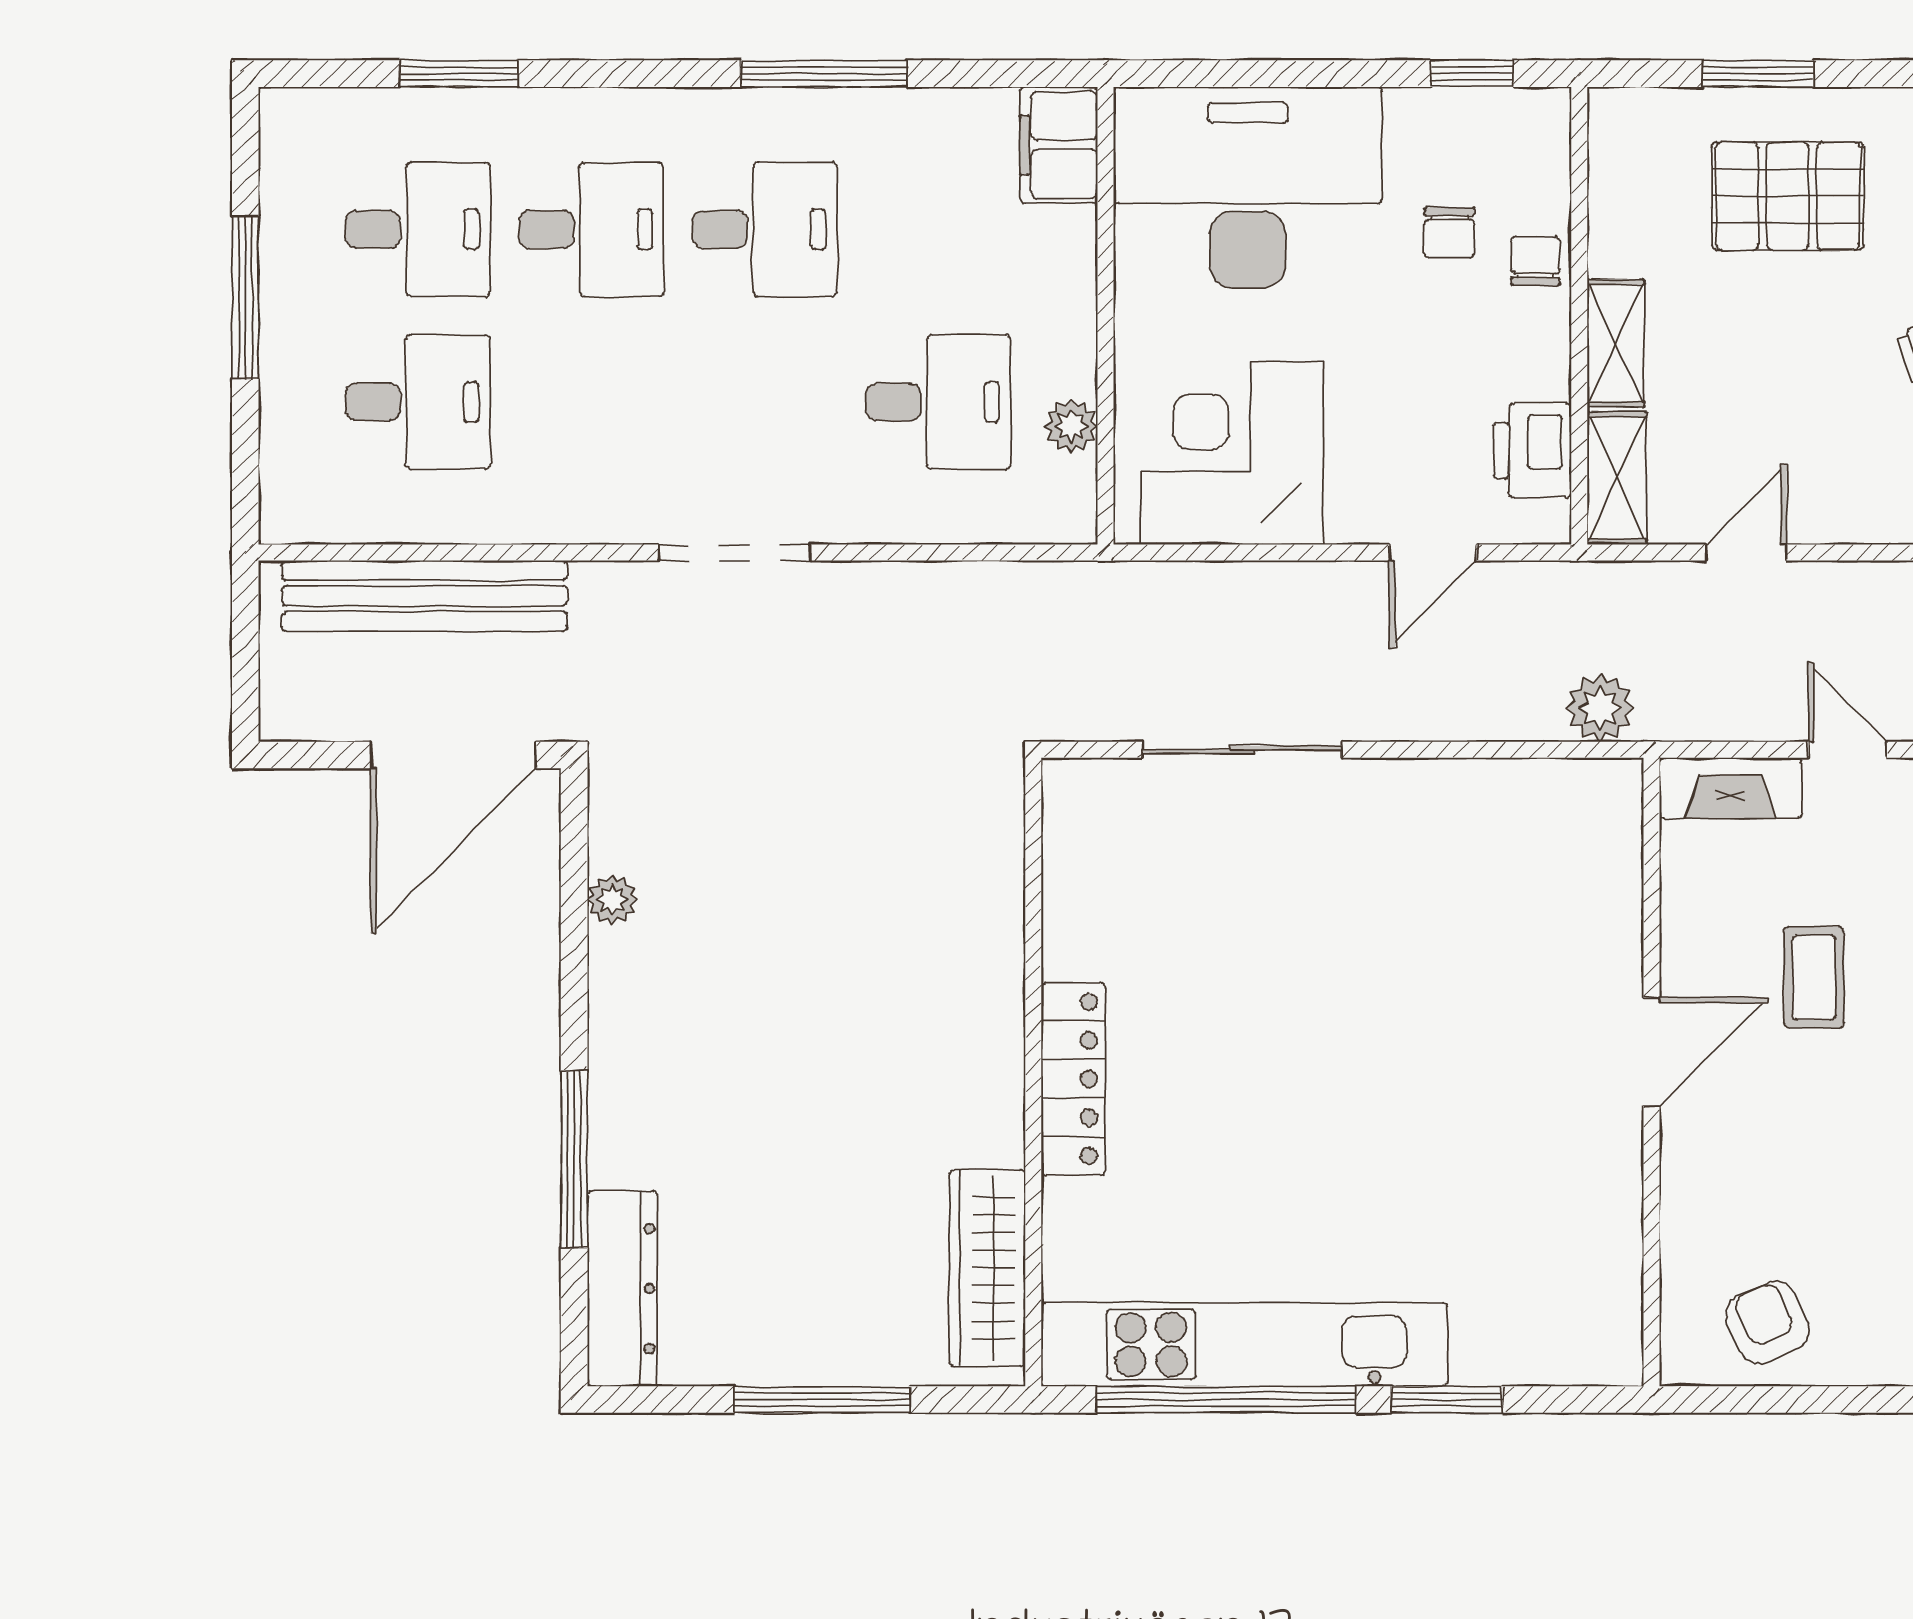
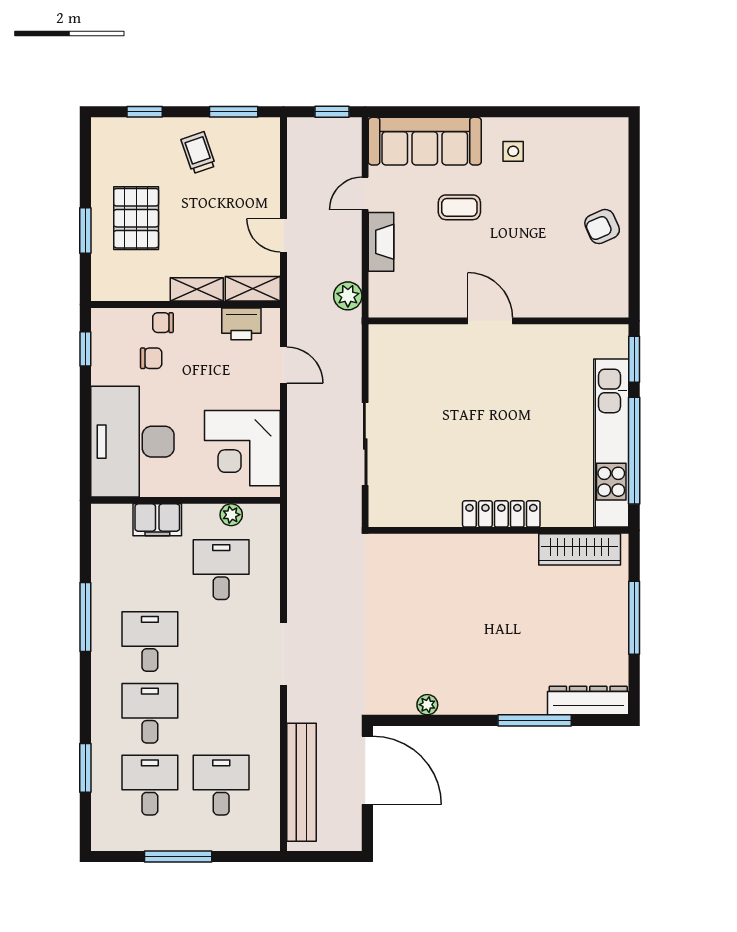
filing cabinet: (1059, 145) -> (157, 520), moved
door: (1652, 1052) -> (490, 321), moved
wall: (1652, 1072) -> (499, 321), moved

